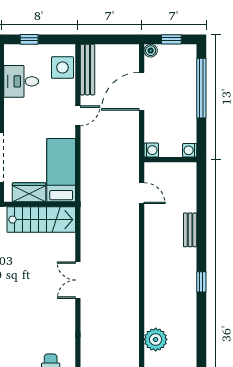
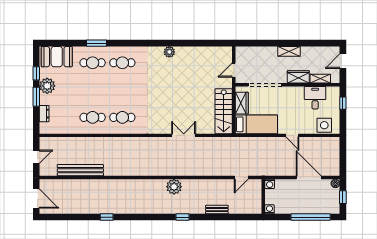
bench: (87, 70) -> (323, 142), removed
plant: (156, 339) -> (174, 187), moved

